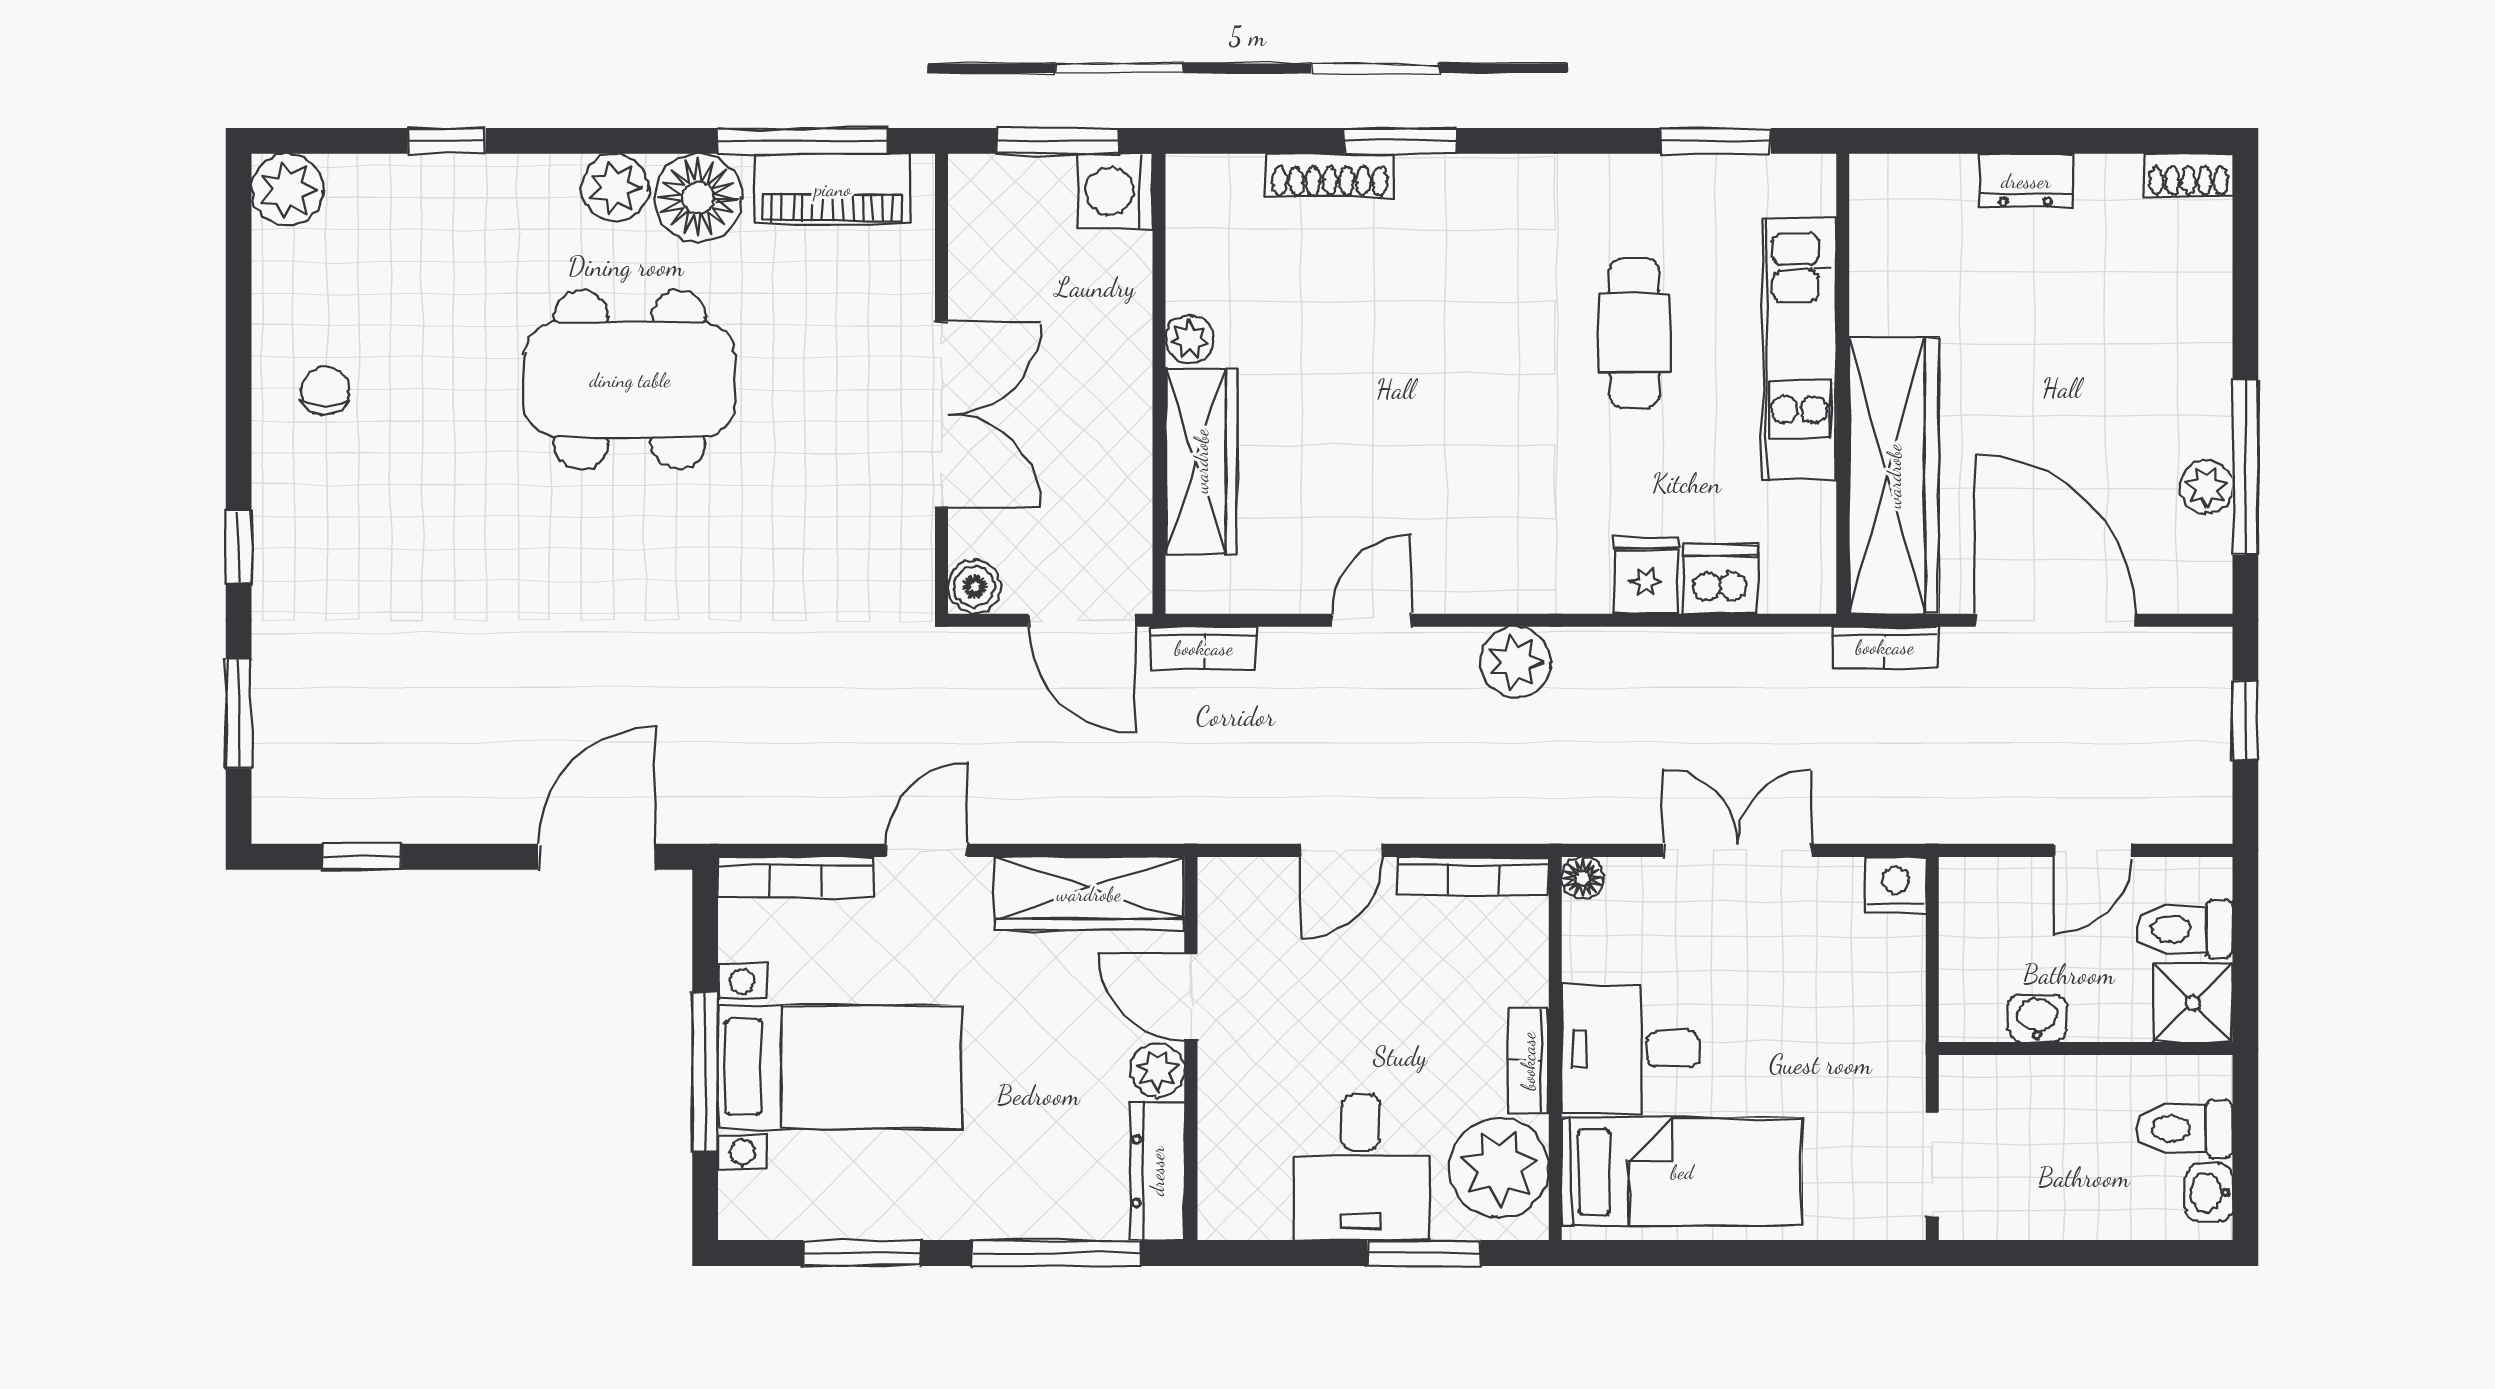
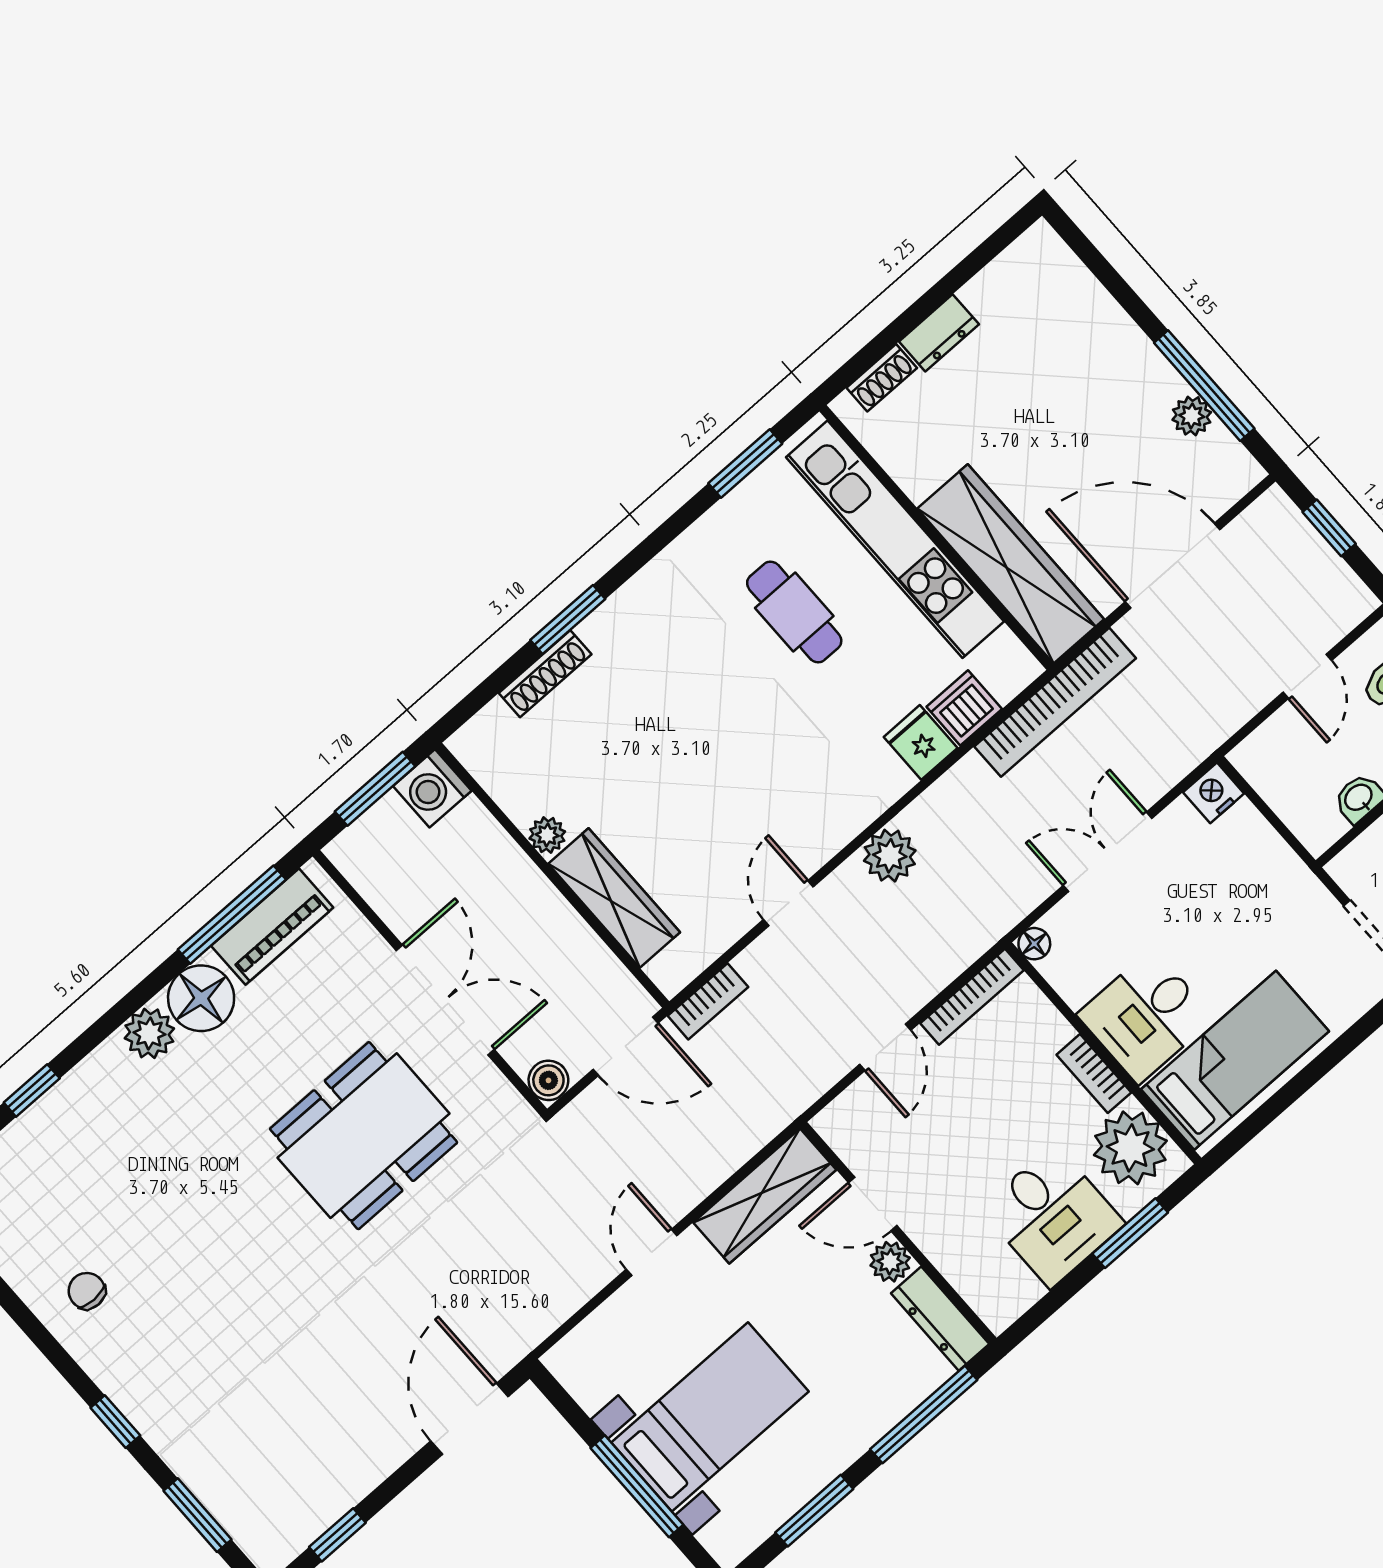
shoe rack: (2189, 175) -> (882, 378), moved
kitchen unit: (1799, 349) -> (895, 539), width x1.36
dining table: (630, 380) -> (364, 1136), moved
bookcase: (1885, 647) -> (1055, 702), width x2.31, depth x1.31
bookcase: (796, 877) -> (591, 1332), removed

